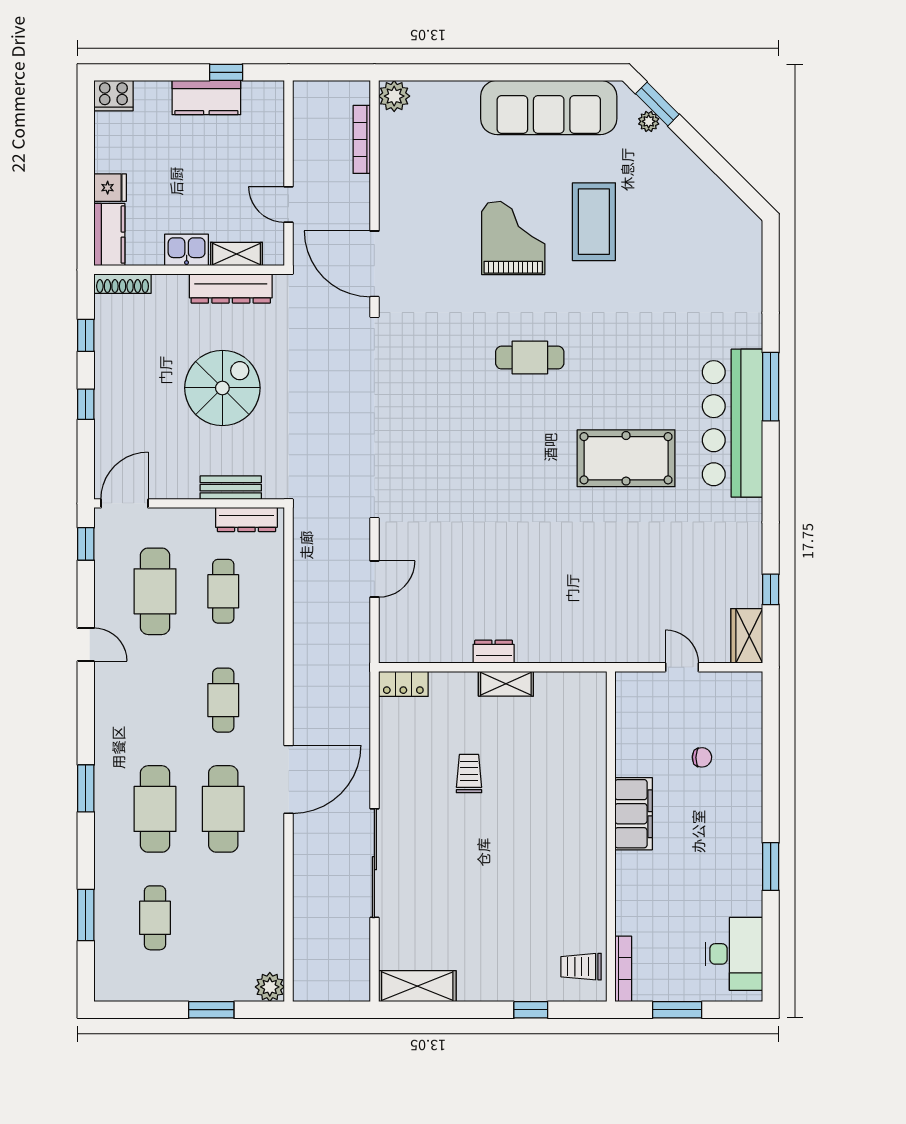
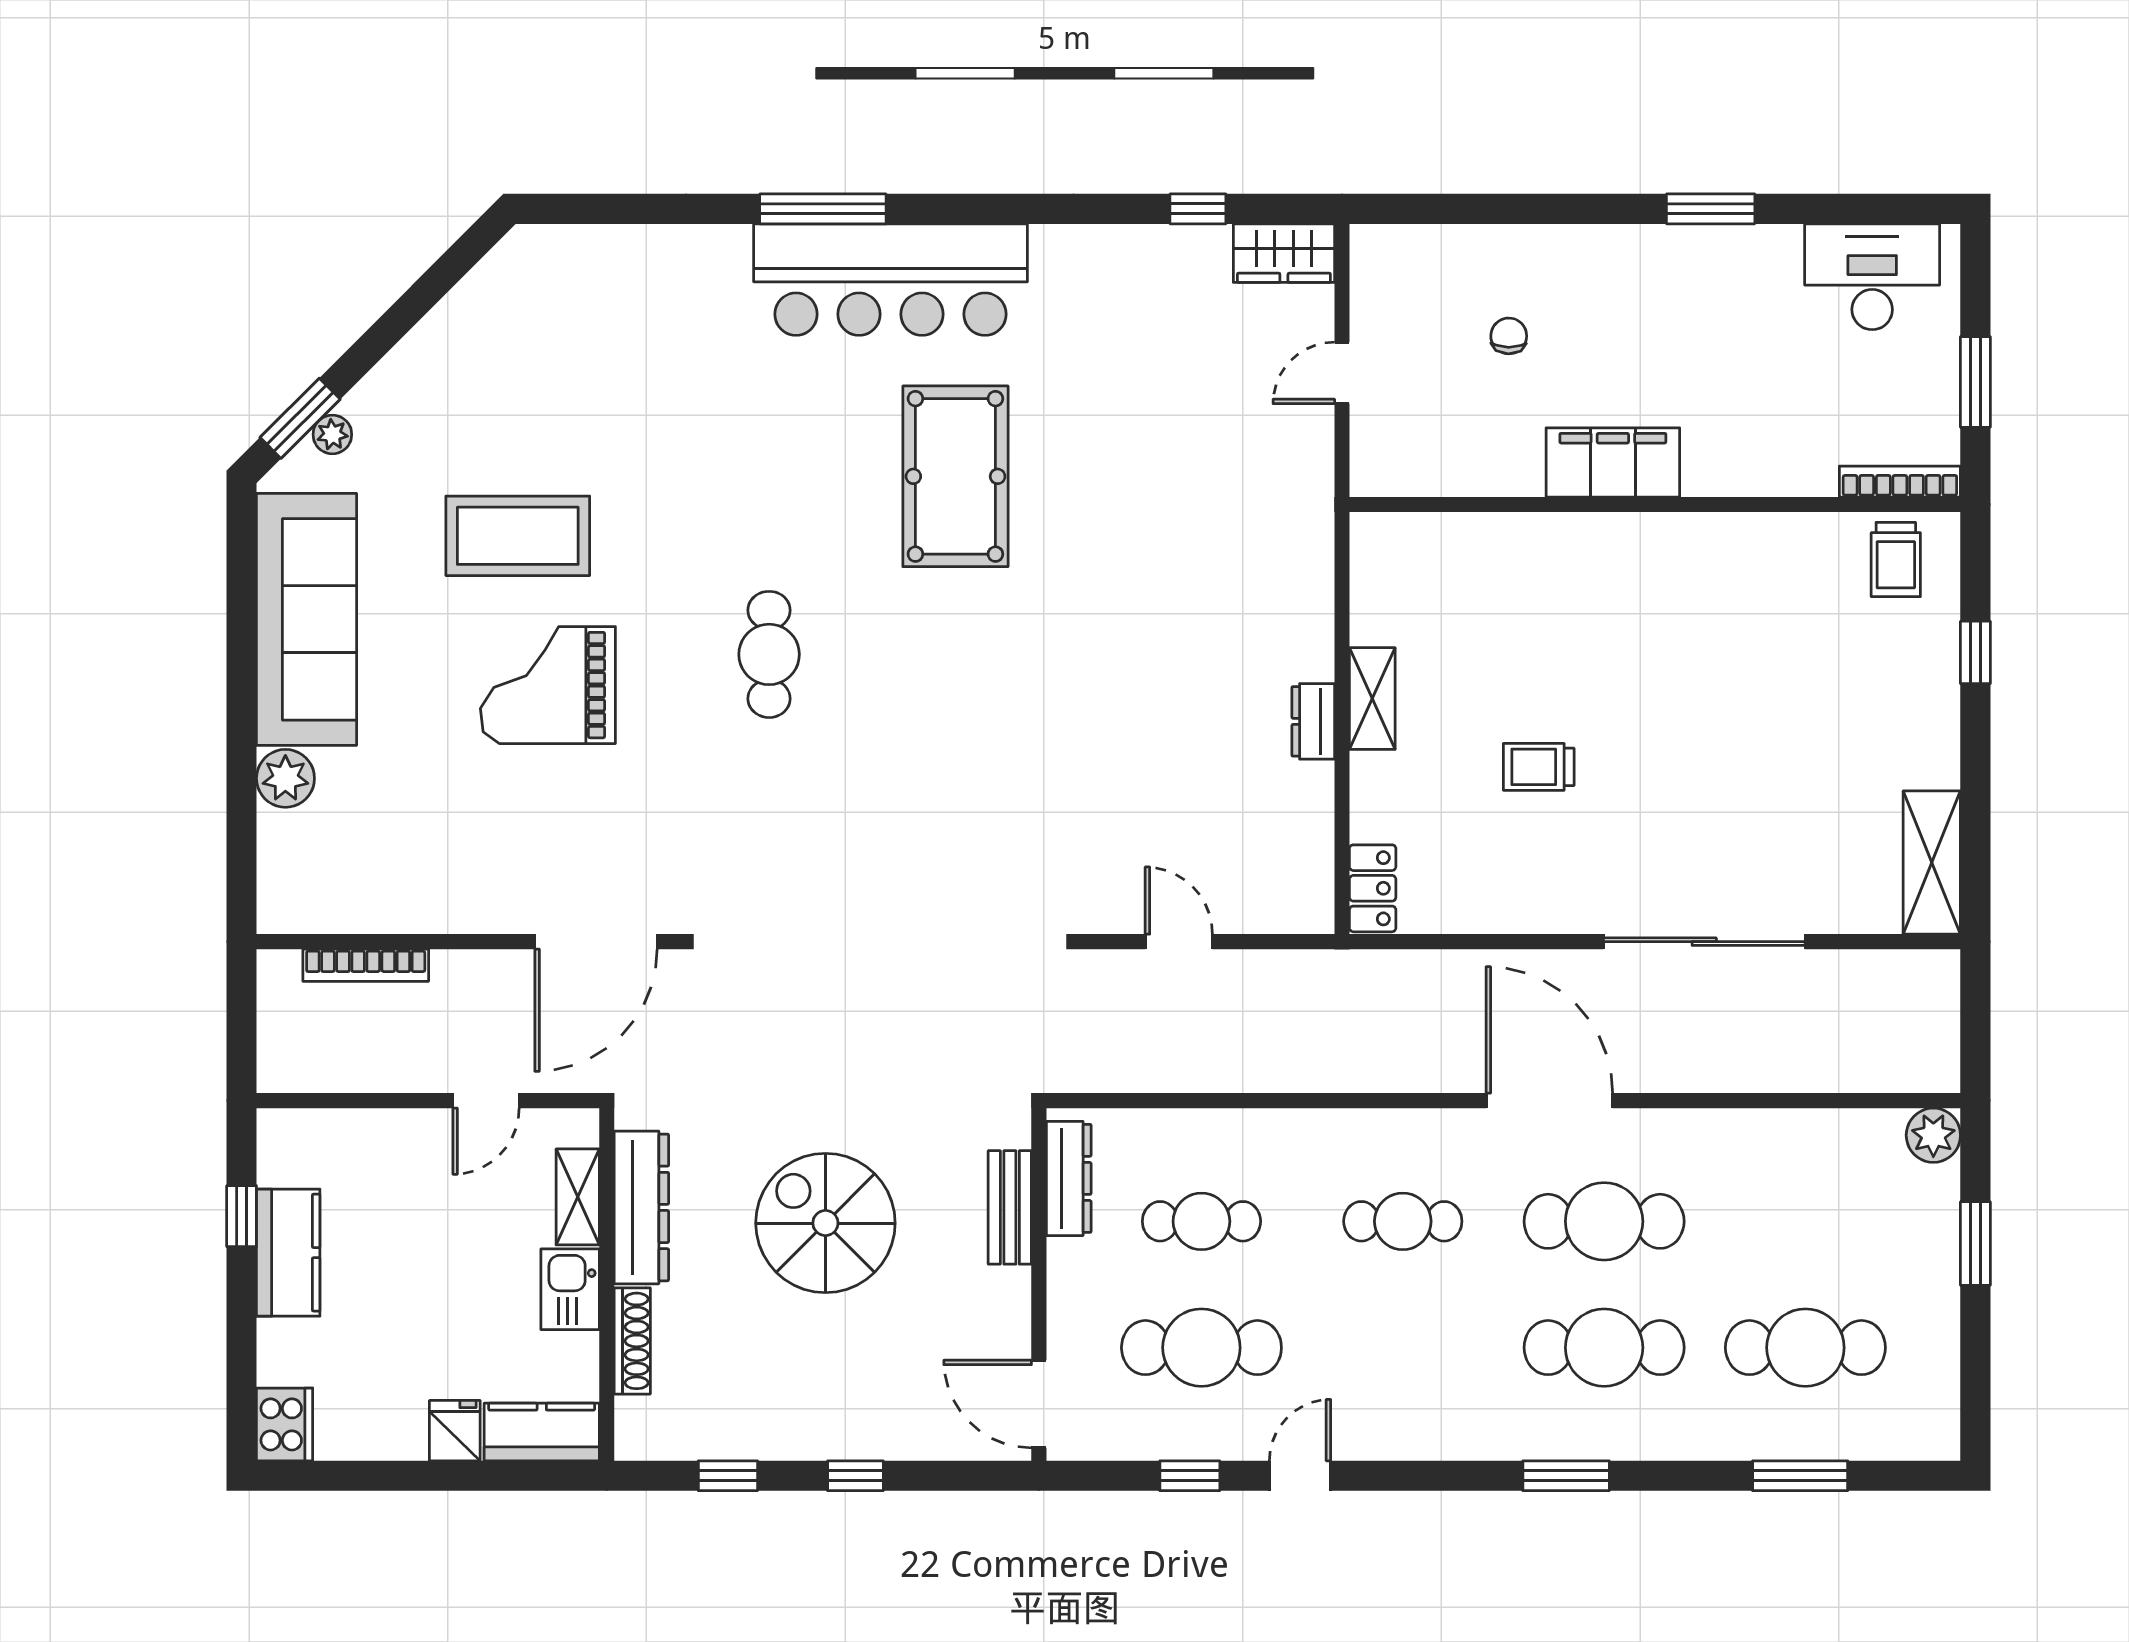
plant: (394, 96) -> (285, 778), moved
shoe rack: (123, 284) -> (632, 1341), moved
window: (86, 544) -> (1190, 1476), moved
cafe table: (155, 918) -> (1805, 1348), width x1.37, depth x1.35

